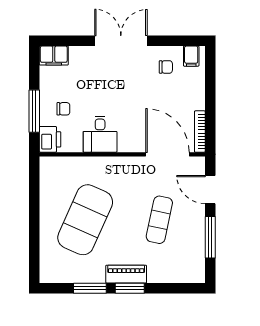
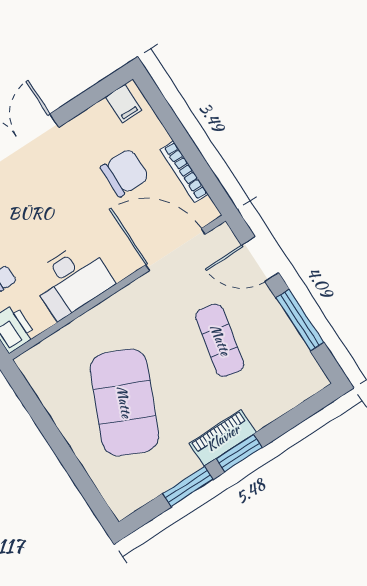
chair: (166, 67) -> (125, 173), moved, width x1.87, depth x1.87
bookcase: (200, 132) -> (184, 172), moved
desk: (100, 134) -> (72, 280), width x1.37

